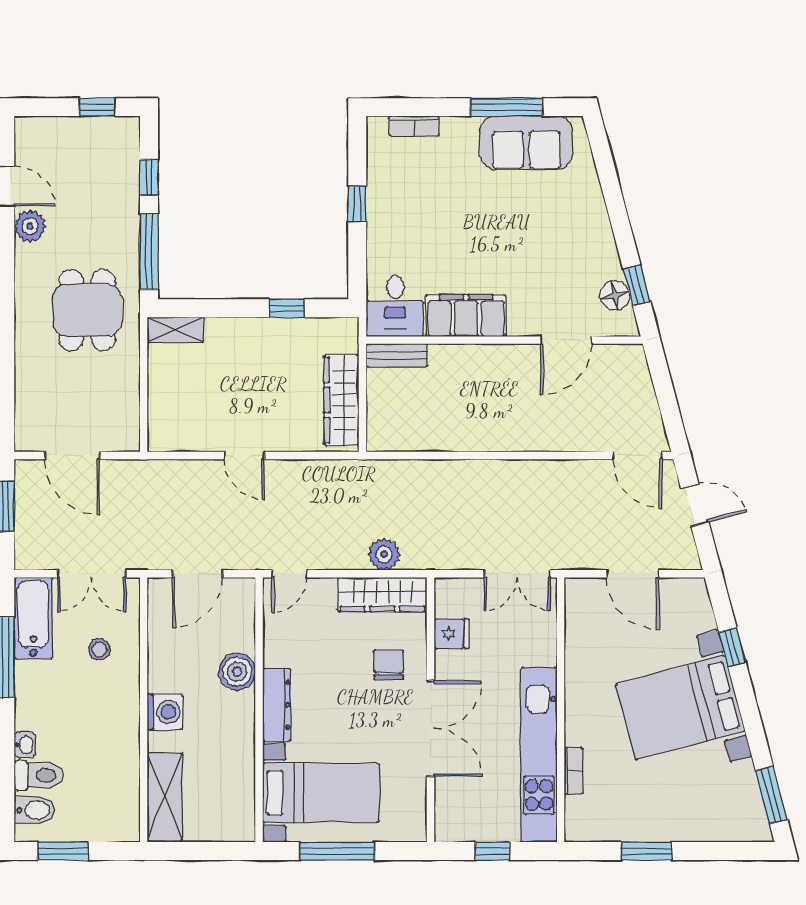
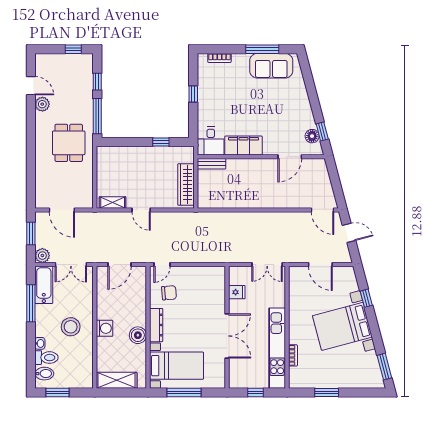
shelving: (175, 330) -> (113, 202), moved
plant: (384, 554) -> (42, 256), moved
wardrobe: (382, 595) -> (205, 274), removed
stool: (99, 650) -> (71, 327), moved, width x1.89, depth x1.89
chair: (389, 665) -> (169, 293), moved, turned 85
boiler: (237, 672) -> (138, 335), moved
shelving: (165, 797) -> (117, 380), moved, turned 90

